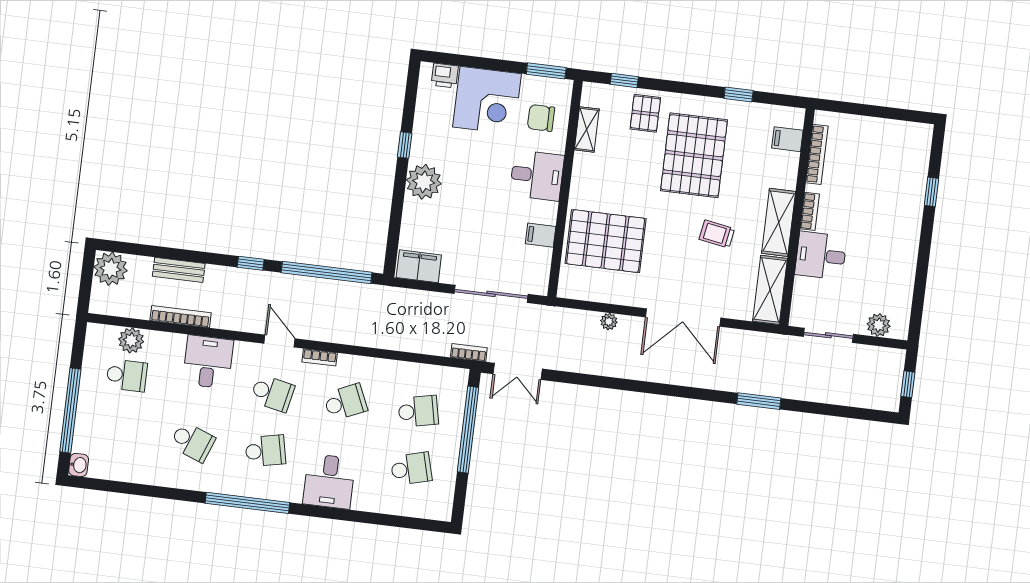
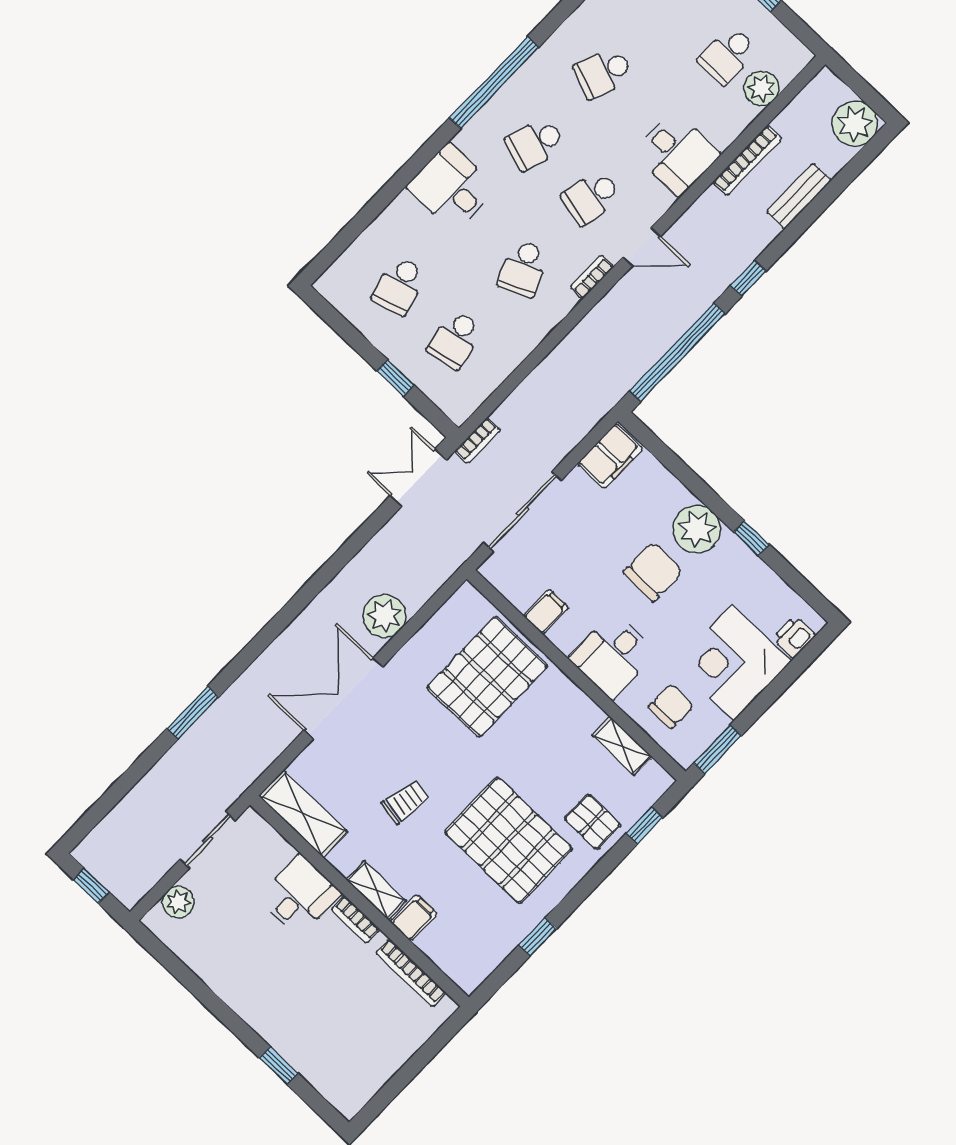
filing cabinet: (787, 139) -> (414, 918), moved
chair: (469, 189) -> (653, 572), added
shelving: (779, 222) -> (376, 890), width x0.67, depth x0.75
plant: (609, 321) -> (384, 616), width x1.88, depth x1.88
window: (468, 430) -> (396, 378), width x0.32
school desk: (265, 451) -> (535, 144), turned 30

